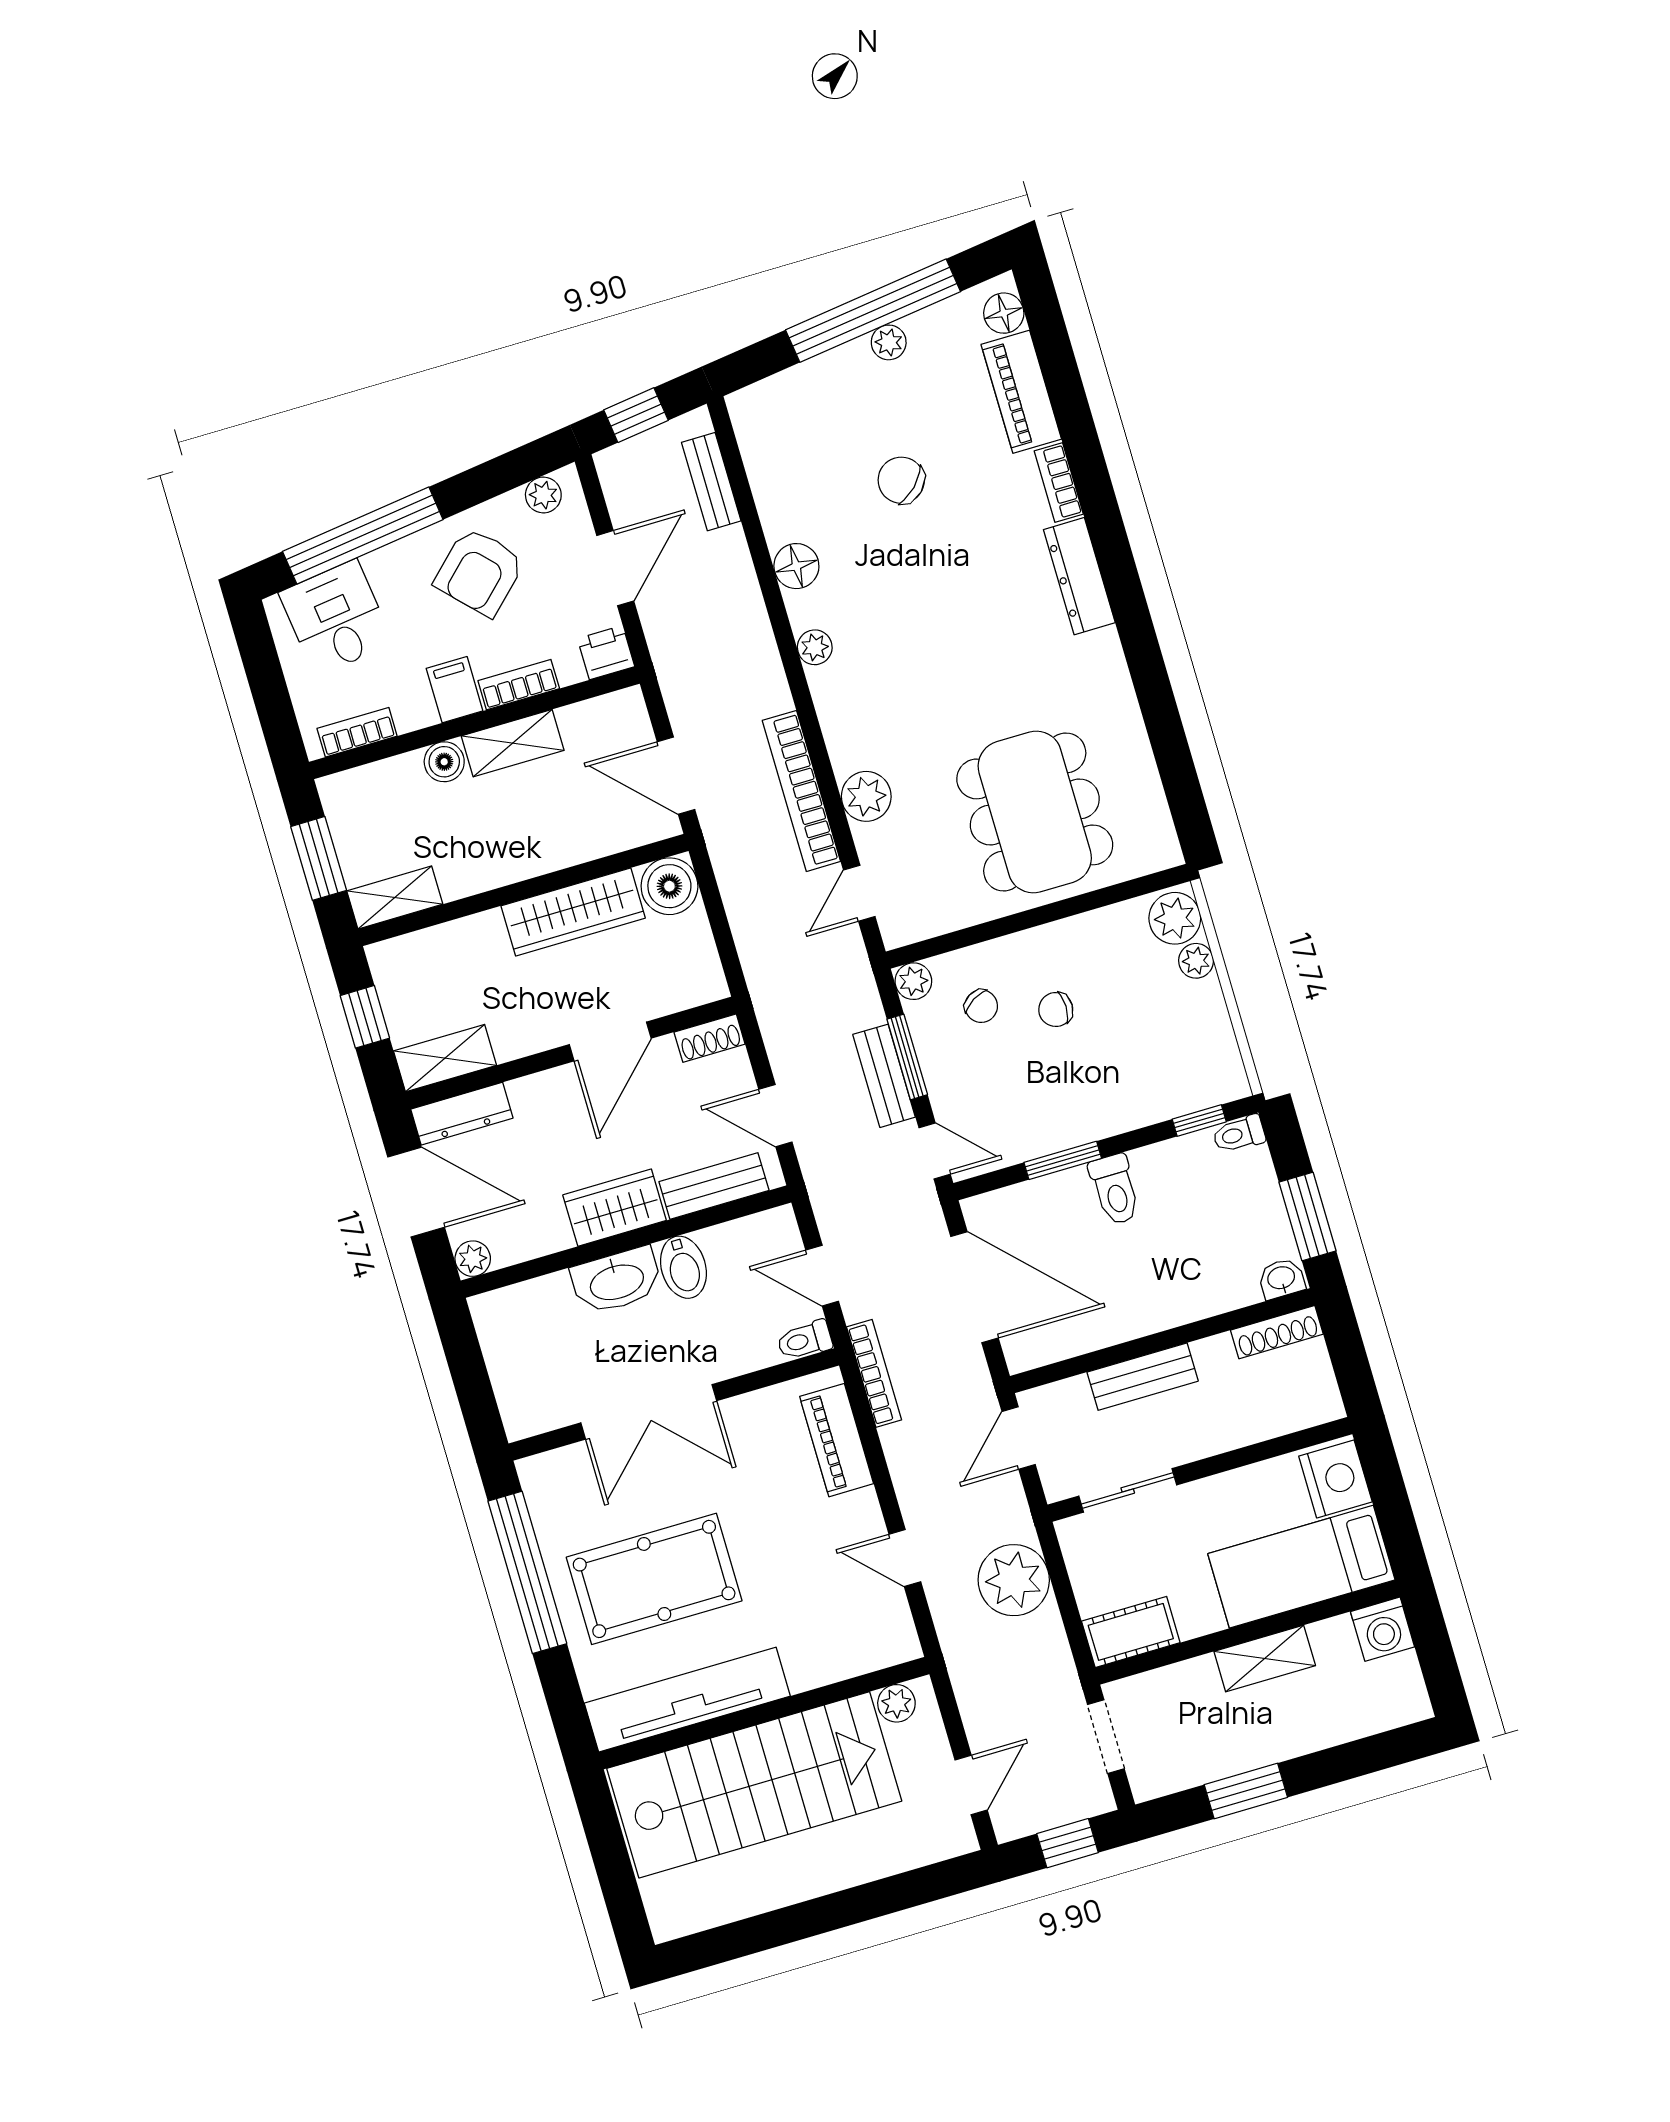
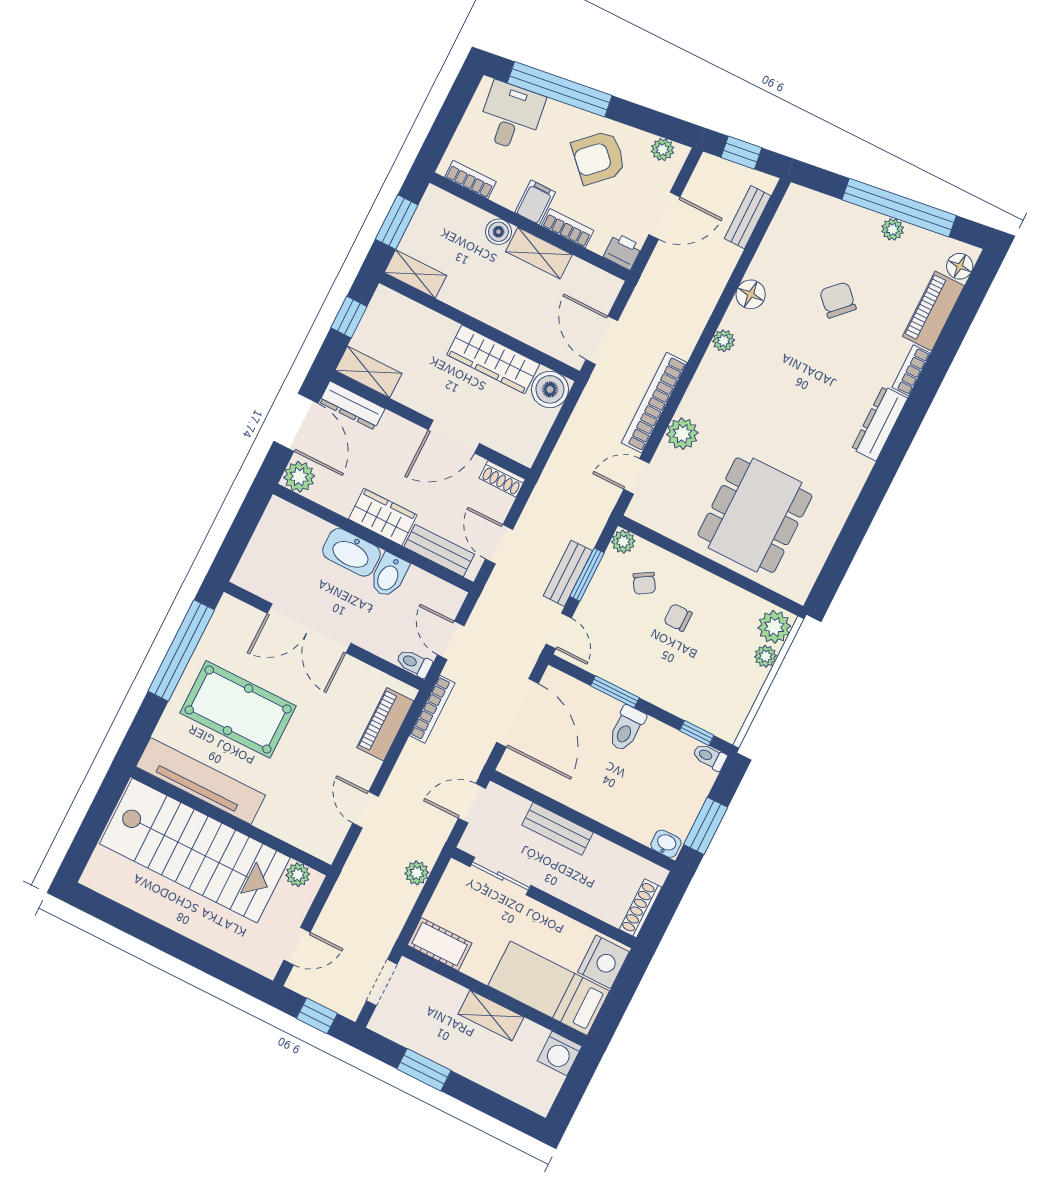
plant: (473, 1259) -> (299, 477), width x1.38, depth x1.38
shoe rack: (1277, 1332) -> (641, 908), moved, turned 90
plant: (1014, 1580) -> (417, 873), width x0.53, depth x0.53

